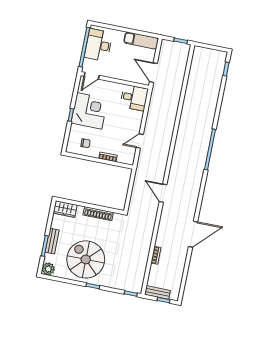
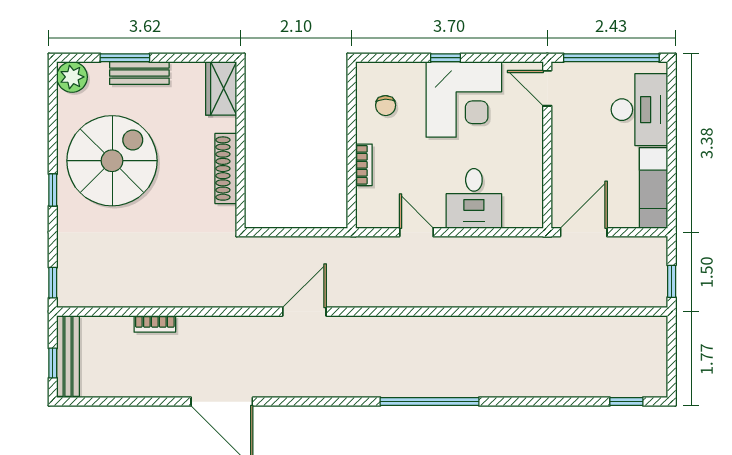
desk: (98, 45) -> (639, 110), moved, turned 90
desk: (134, 98) -> (474, 198), moved
bench: (157, 292) -> (68, 356), width x1.36

